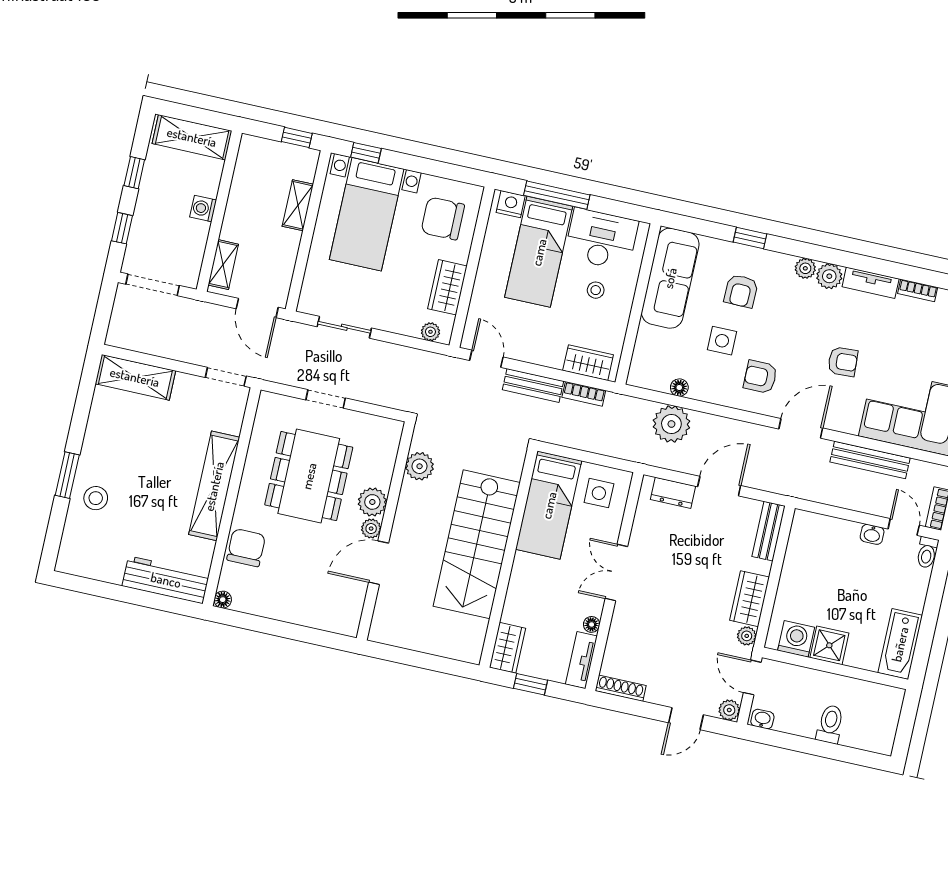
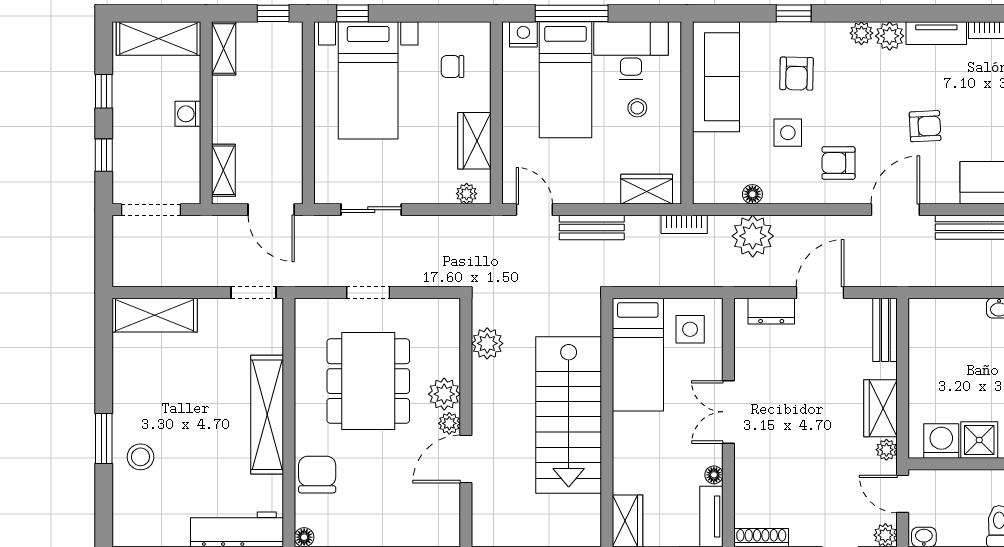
shelving: (298, 205) -> (224, 48), moved
chair: (443, 218) -> (452, 67), width x0.54, depth x0.54
bookcase: (584, 394) -> (684, 224), moved

